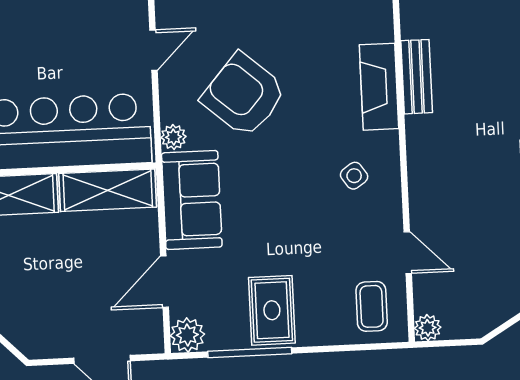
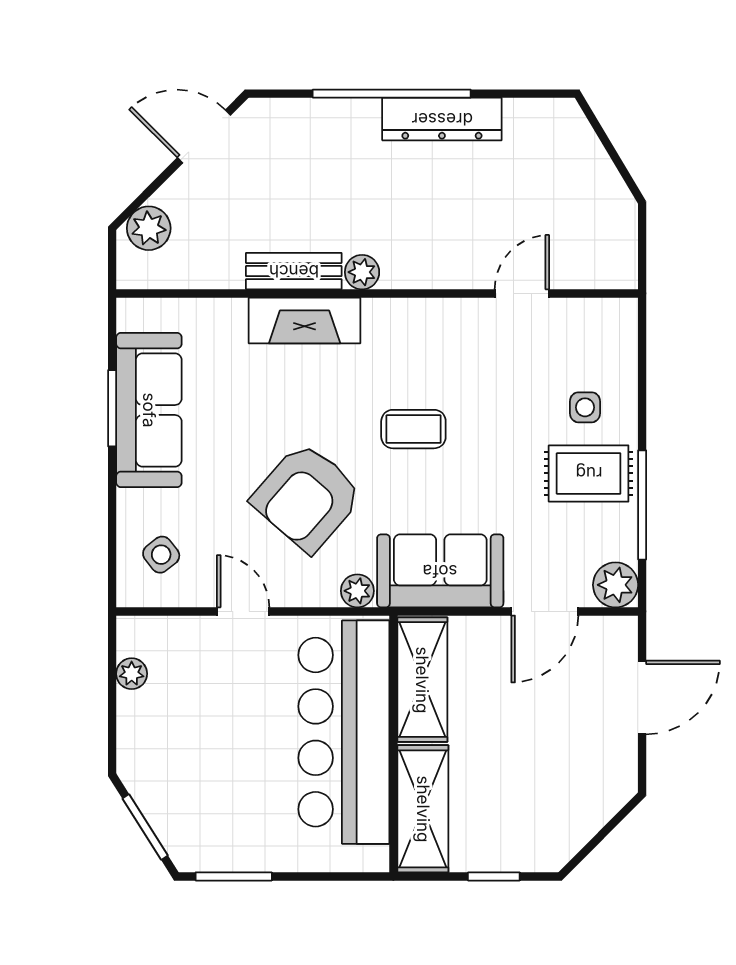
side table: (354, 176) -> (585, 407), moved, turned 35
door: (164, 282) -> (545, 611), hinge flipped
coffee table: (372, 306) -> (413, 429), moved
plant: (428, 328) -> (362, 272), moved

